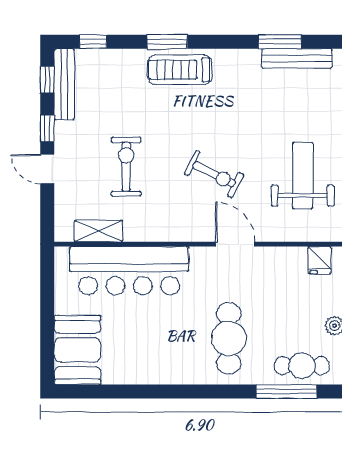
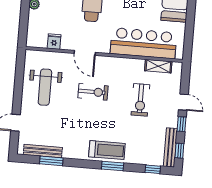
exercise bike: (214, 174) -> (93, 92), turned 153
fridge: (320, 260) -> (54, 42), moved

